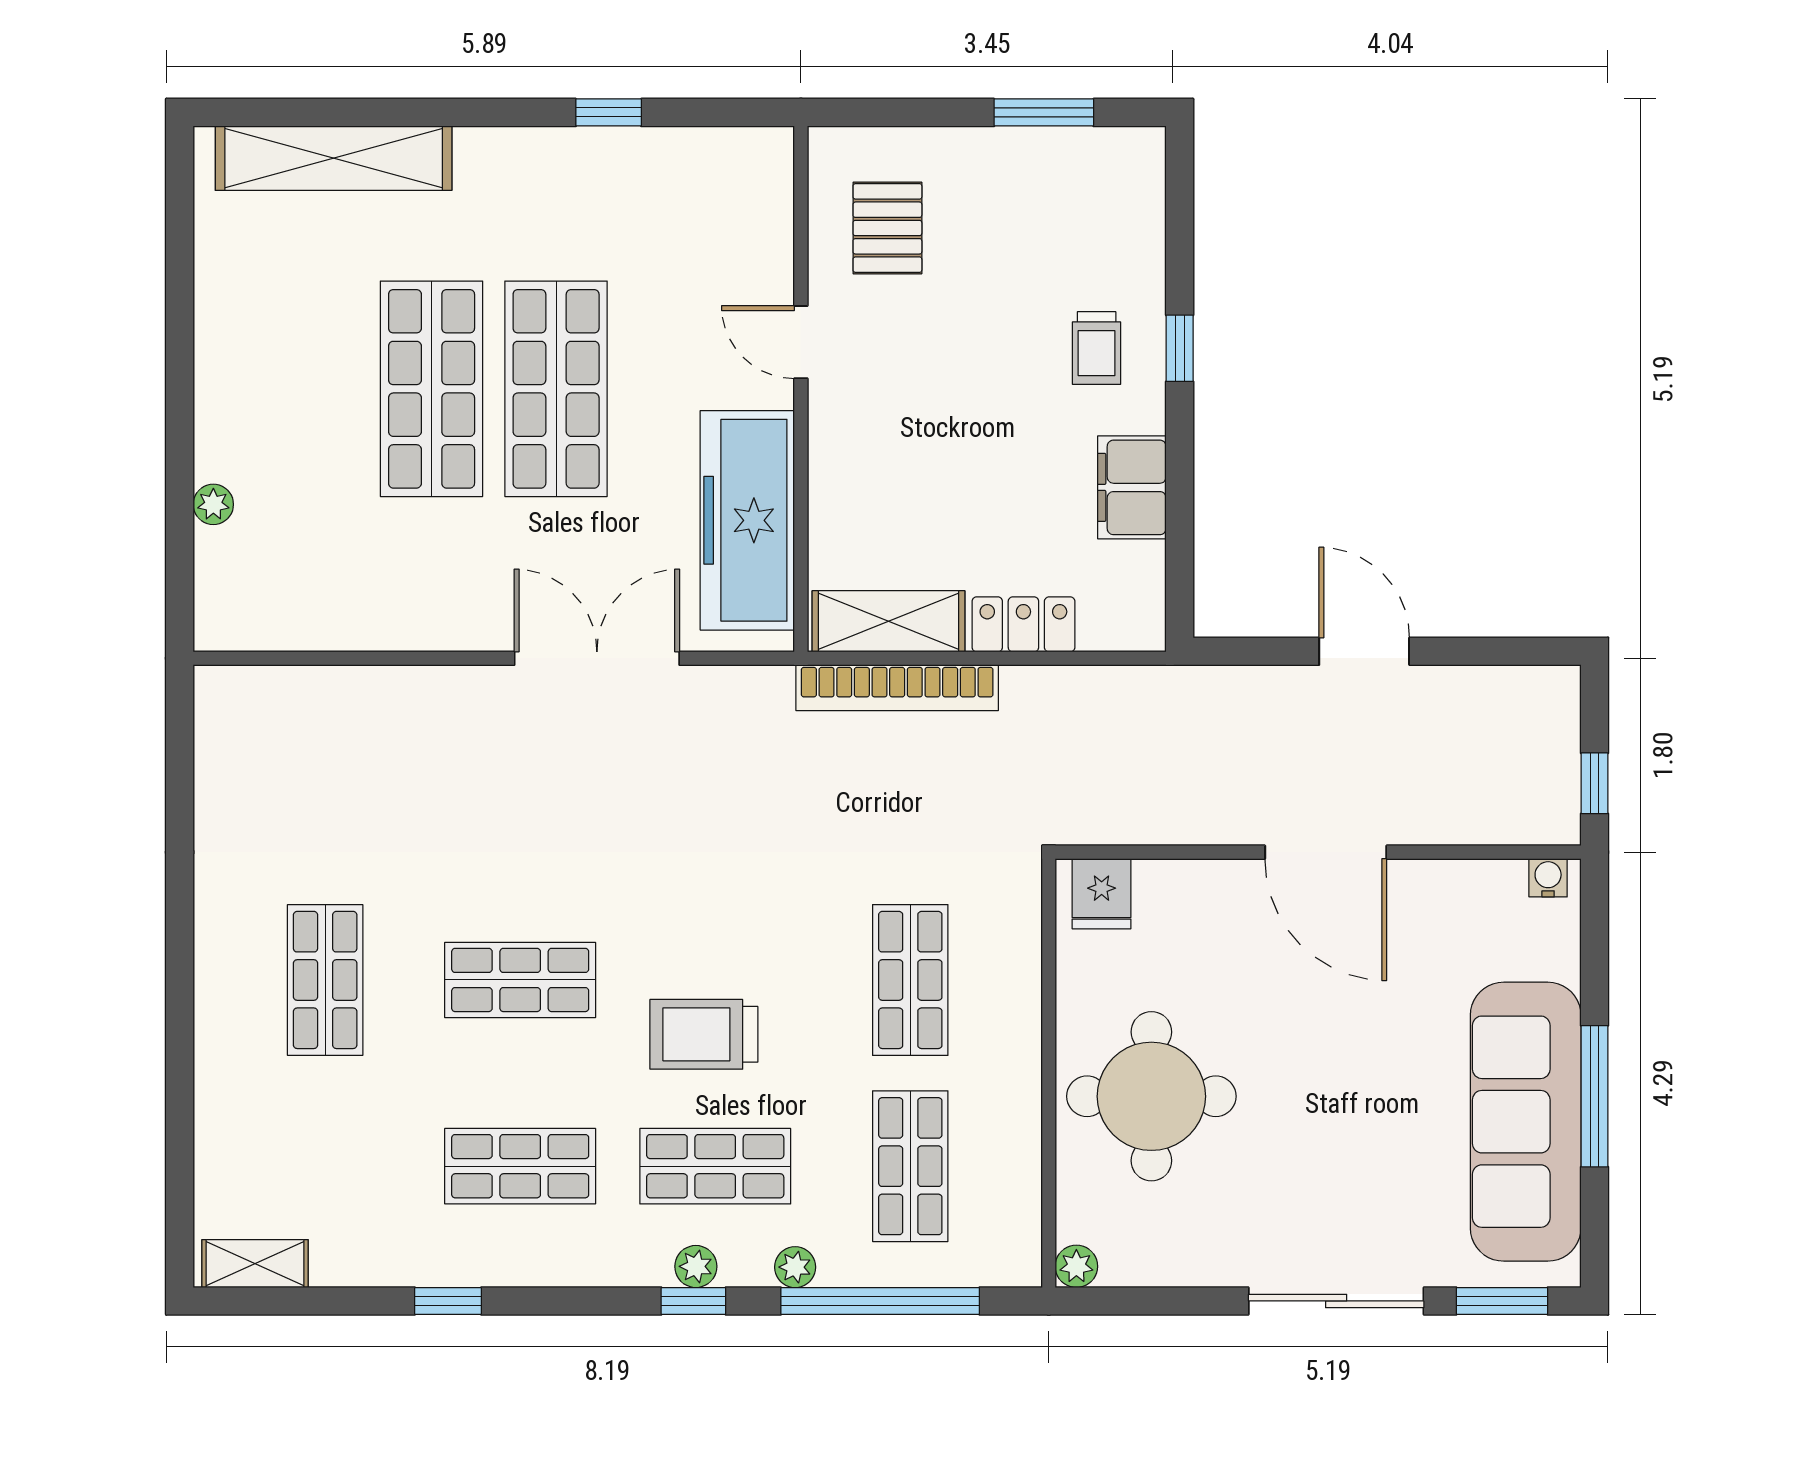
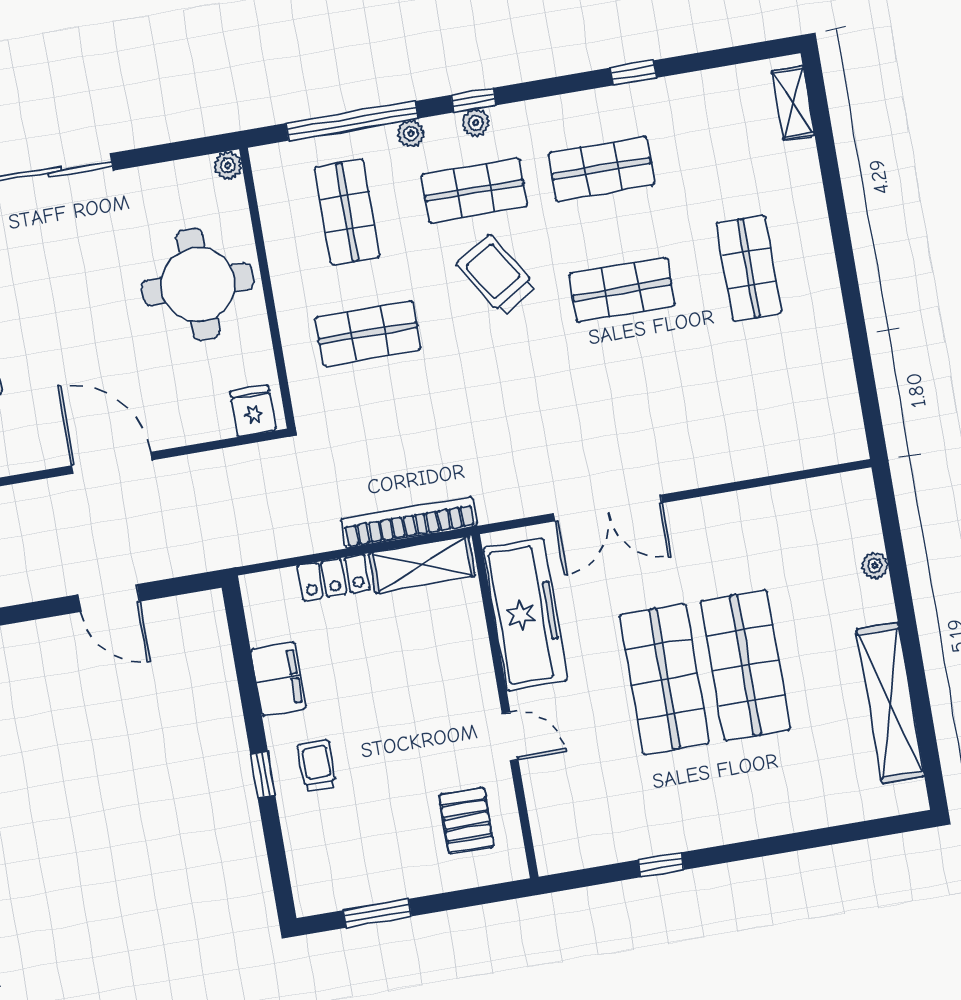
shelving: (334, 158) -> (890, 703), moved, turned 90
shop shelf: (910, 980) -> (368, 333), turned 90
trolley: (704, 1034) -> (496, 275), turned -122
shelving: (255, 1264) -> (793, 103), moved, turned 90

